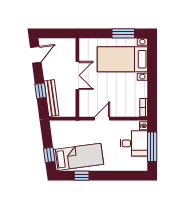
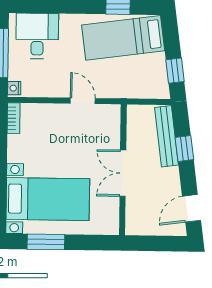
door: (102, 119) -> (83, 101), swing flipped
desk: (134, 143) -> (37, 36), moved, turned 90
window: (49, 155) -> (175, 71), moved

